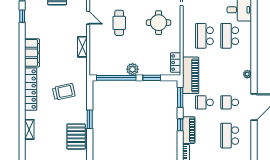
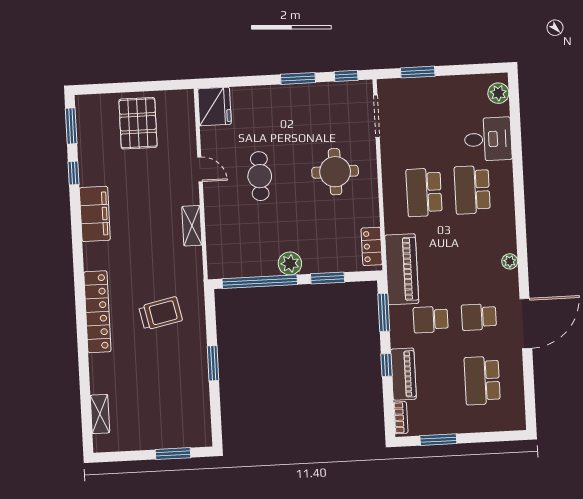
filing cabinet: (32, 53) -> (95, 214), moved
shelving: (29, 129) -> (100, 414), moved
pallet: (76, 137) -> (189, 398), removed

